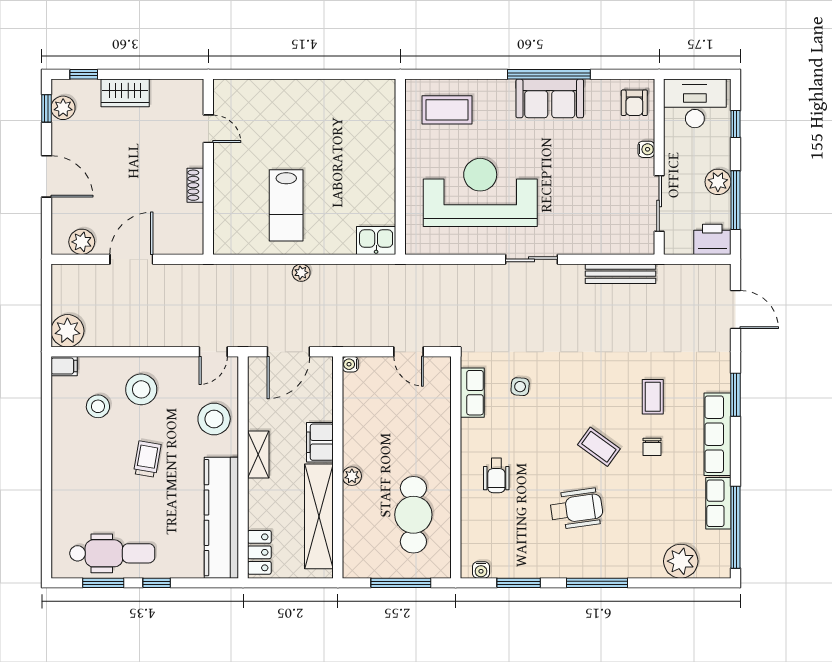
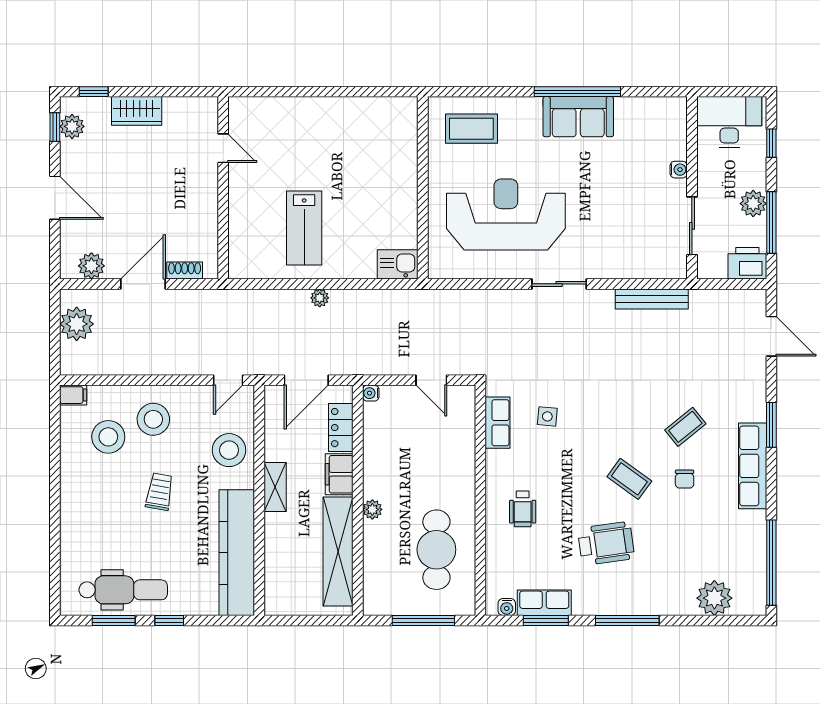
armchair: (634, 103) -> (666, 121), removed
shoe rack: (195, 185) -> (185, 270), moved, turned 90
plant: (67, 331) -> (77, 324), moved
coffee table: (653, 397) -> (685, 427), turned 51
stool: (98, 406) -> (108, 437), width x1.38, depth x1.38
row of seats: (718, 503) -> (544, 603), moved, turned 90
locker: (259, 552) -> (341, 428), moved, turned 180

